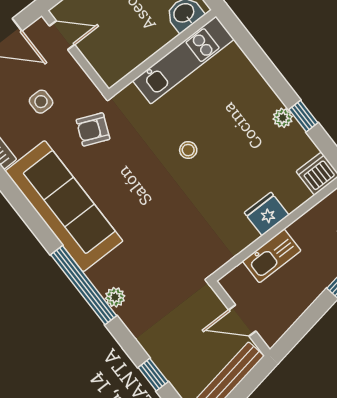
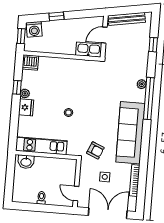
fridge: (267, 214) -> (26, 107), moved, turned -90
kitchen sink: (272, 256) -> (89, 50), moved
door: (242, 321) -> (104, 35), swing flipped

